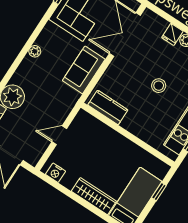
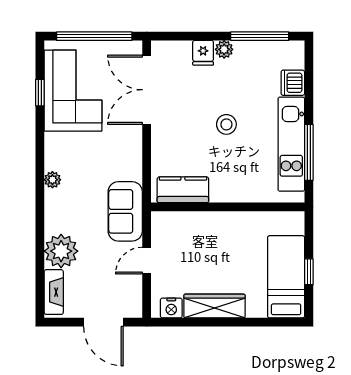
sofa: (84, 70) -> (125, 211), moved
window: (159, 192) -> (309, 272), moved
wardrobe: (94, 196) -> (214, 306), moved

